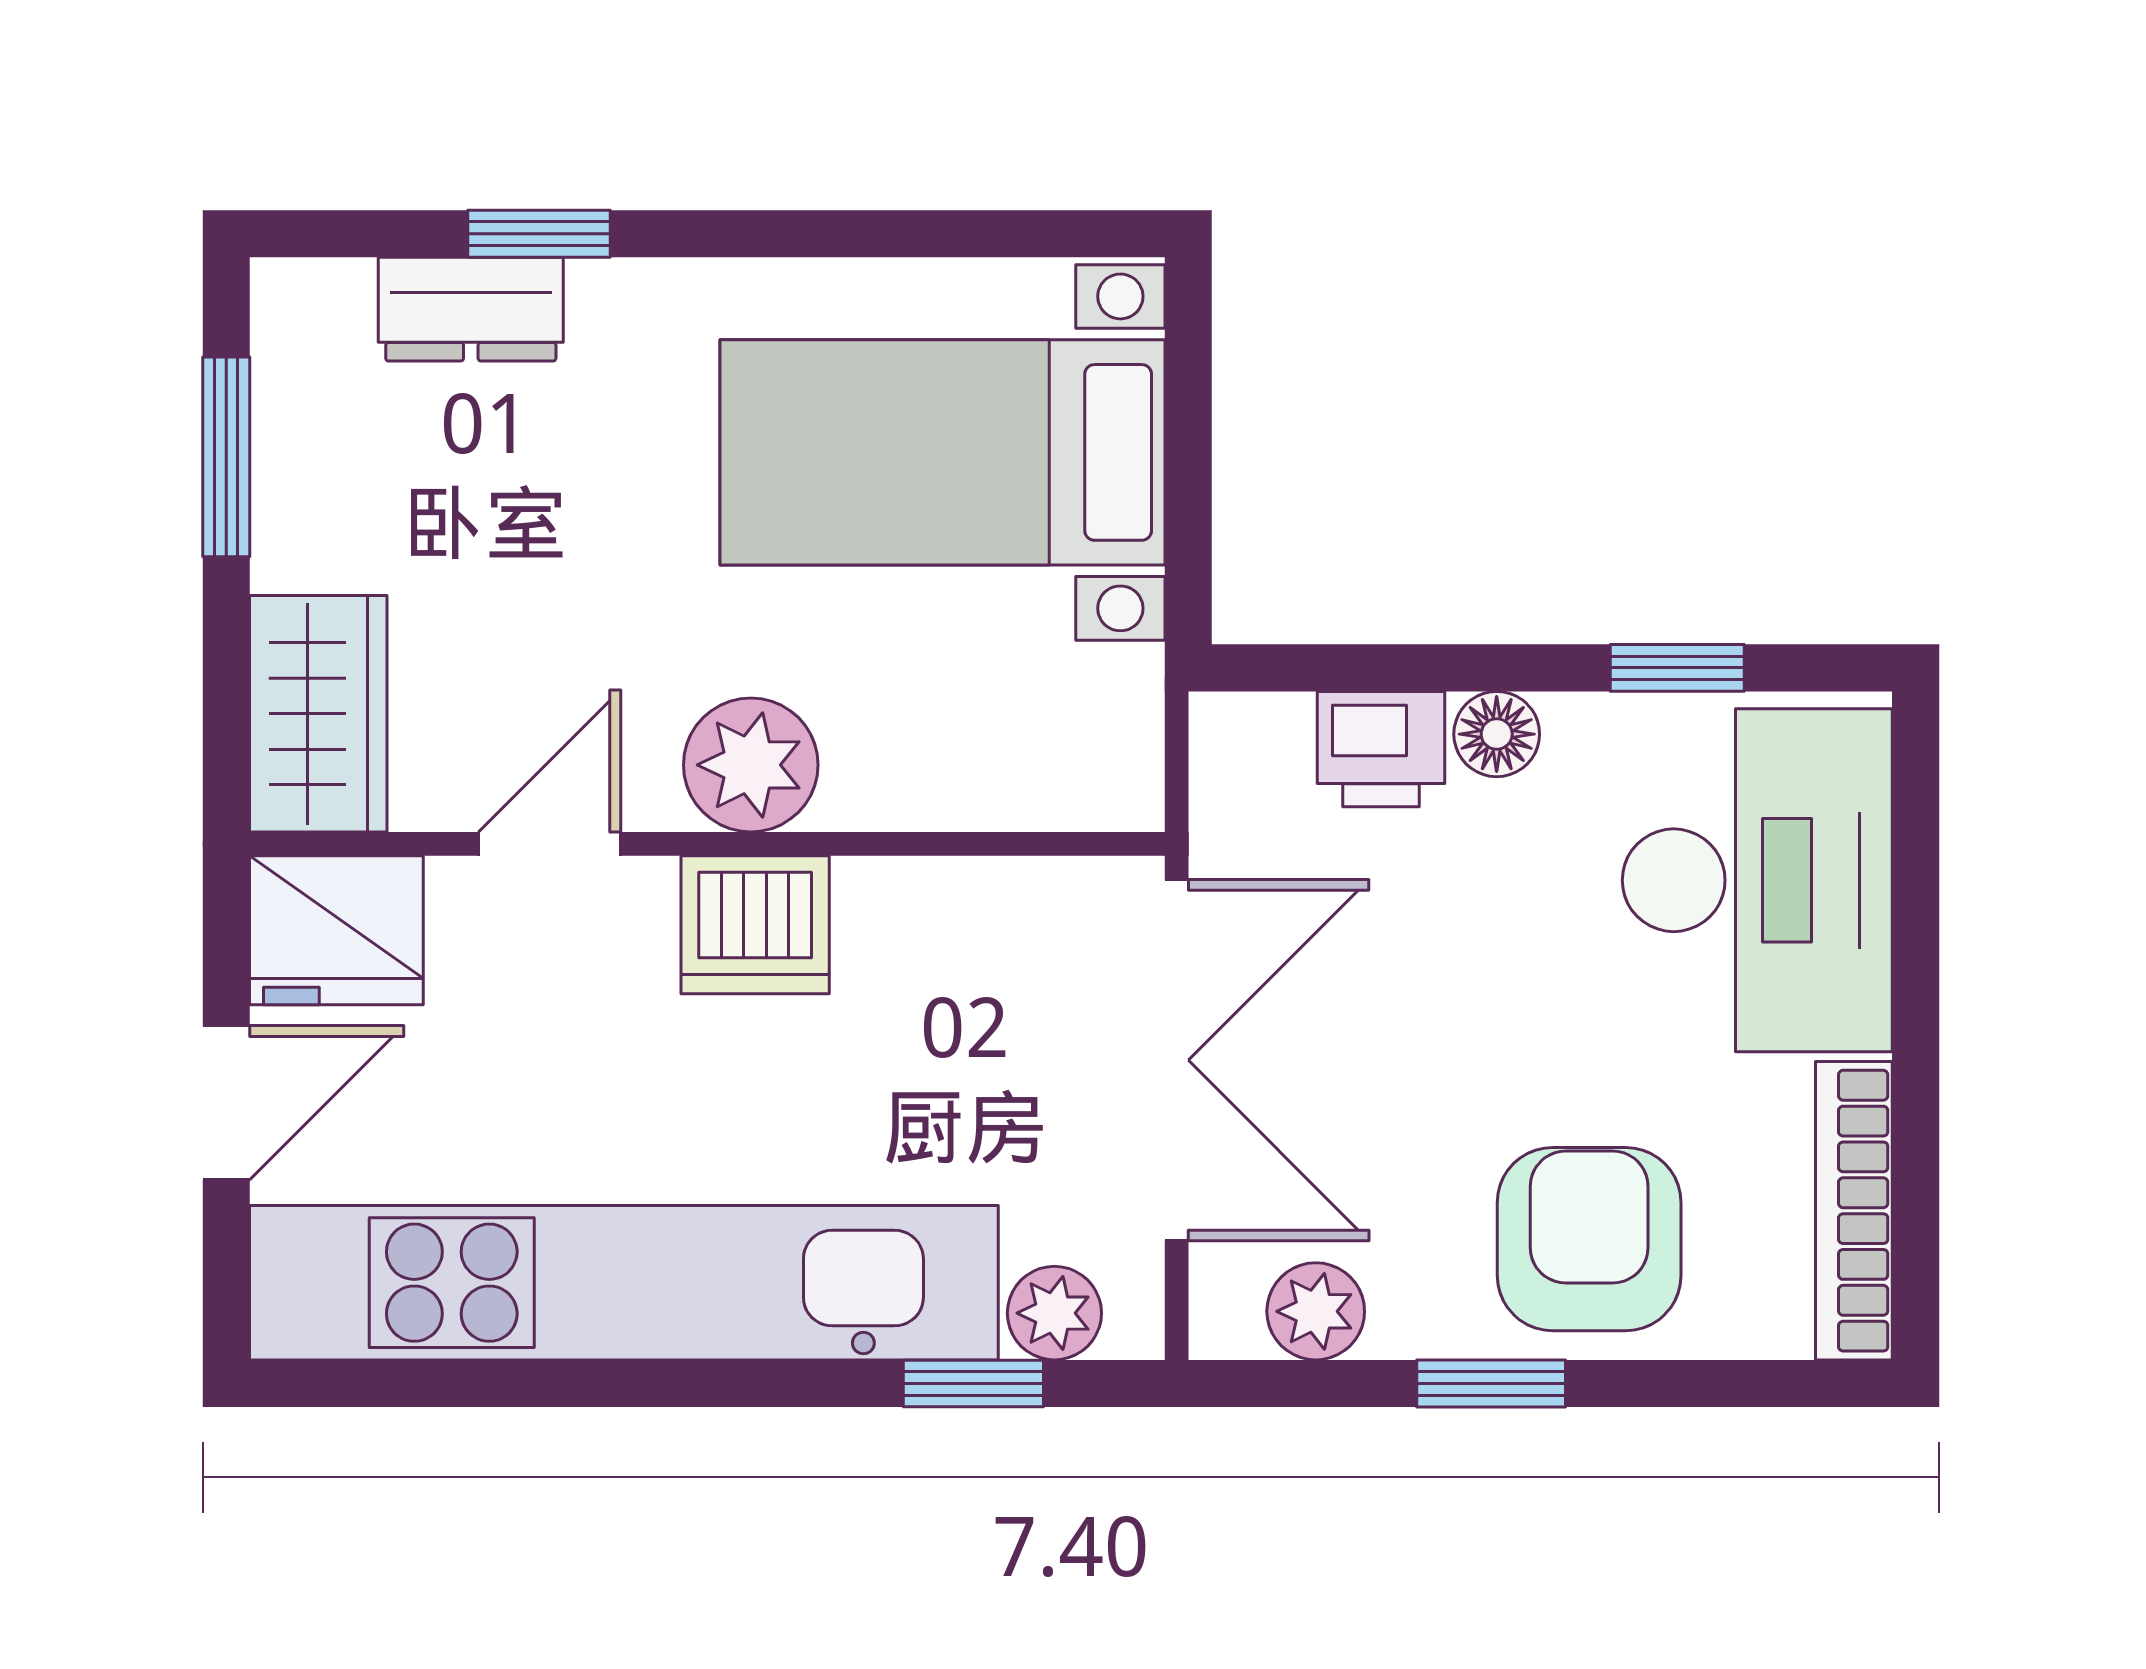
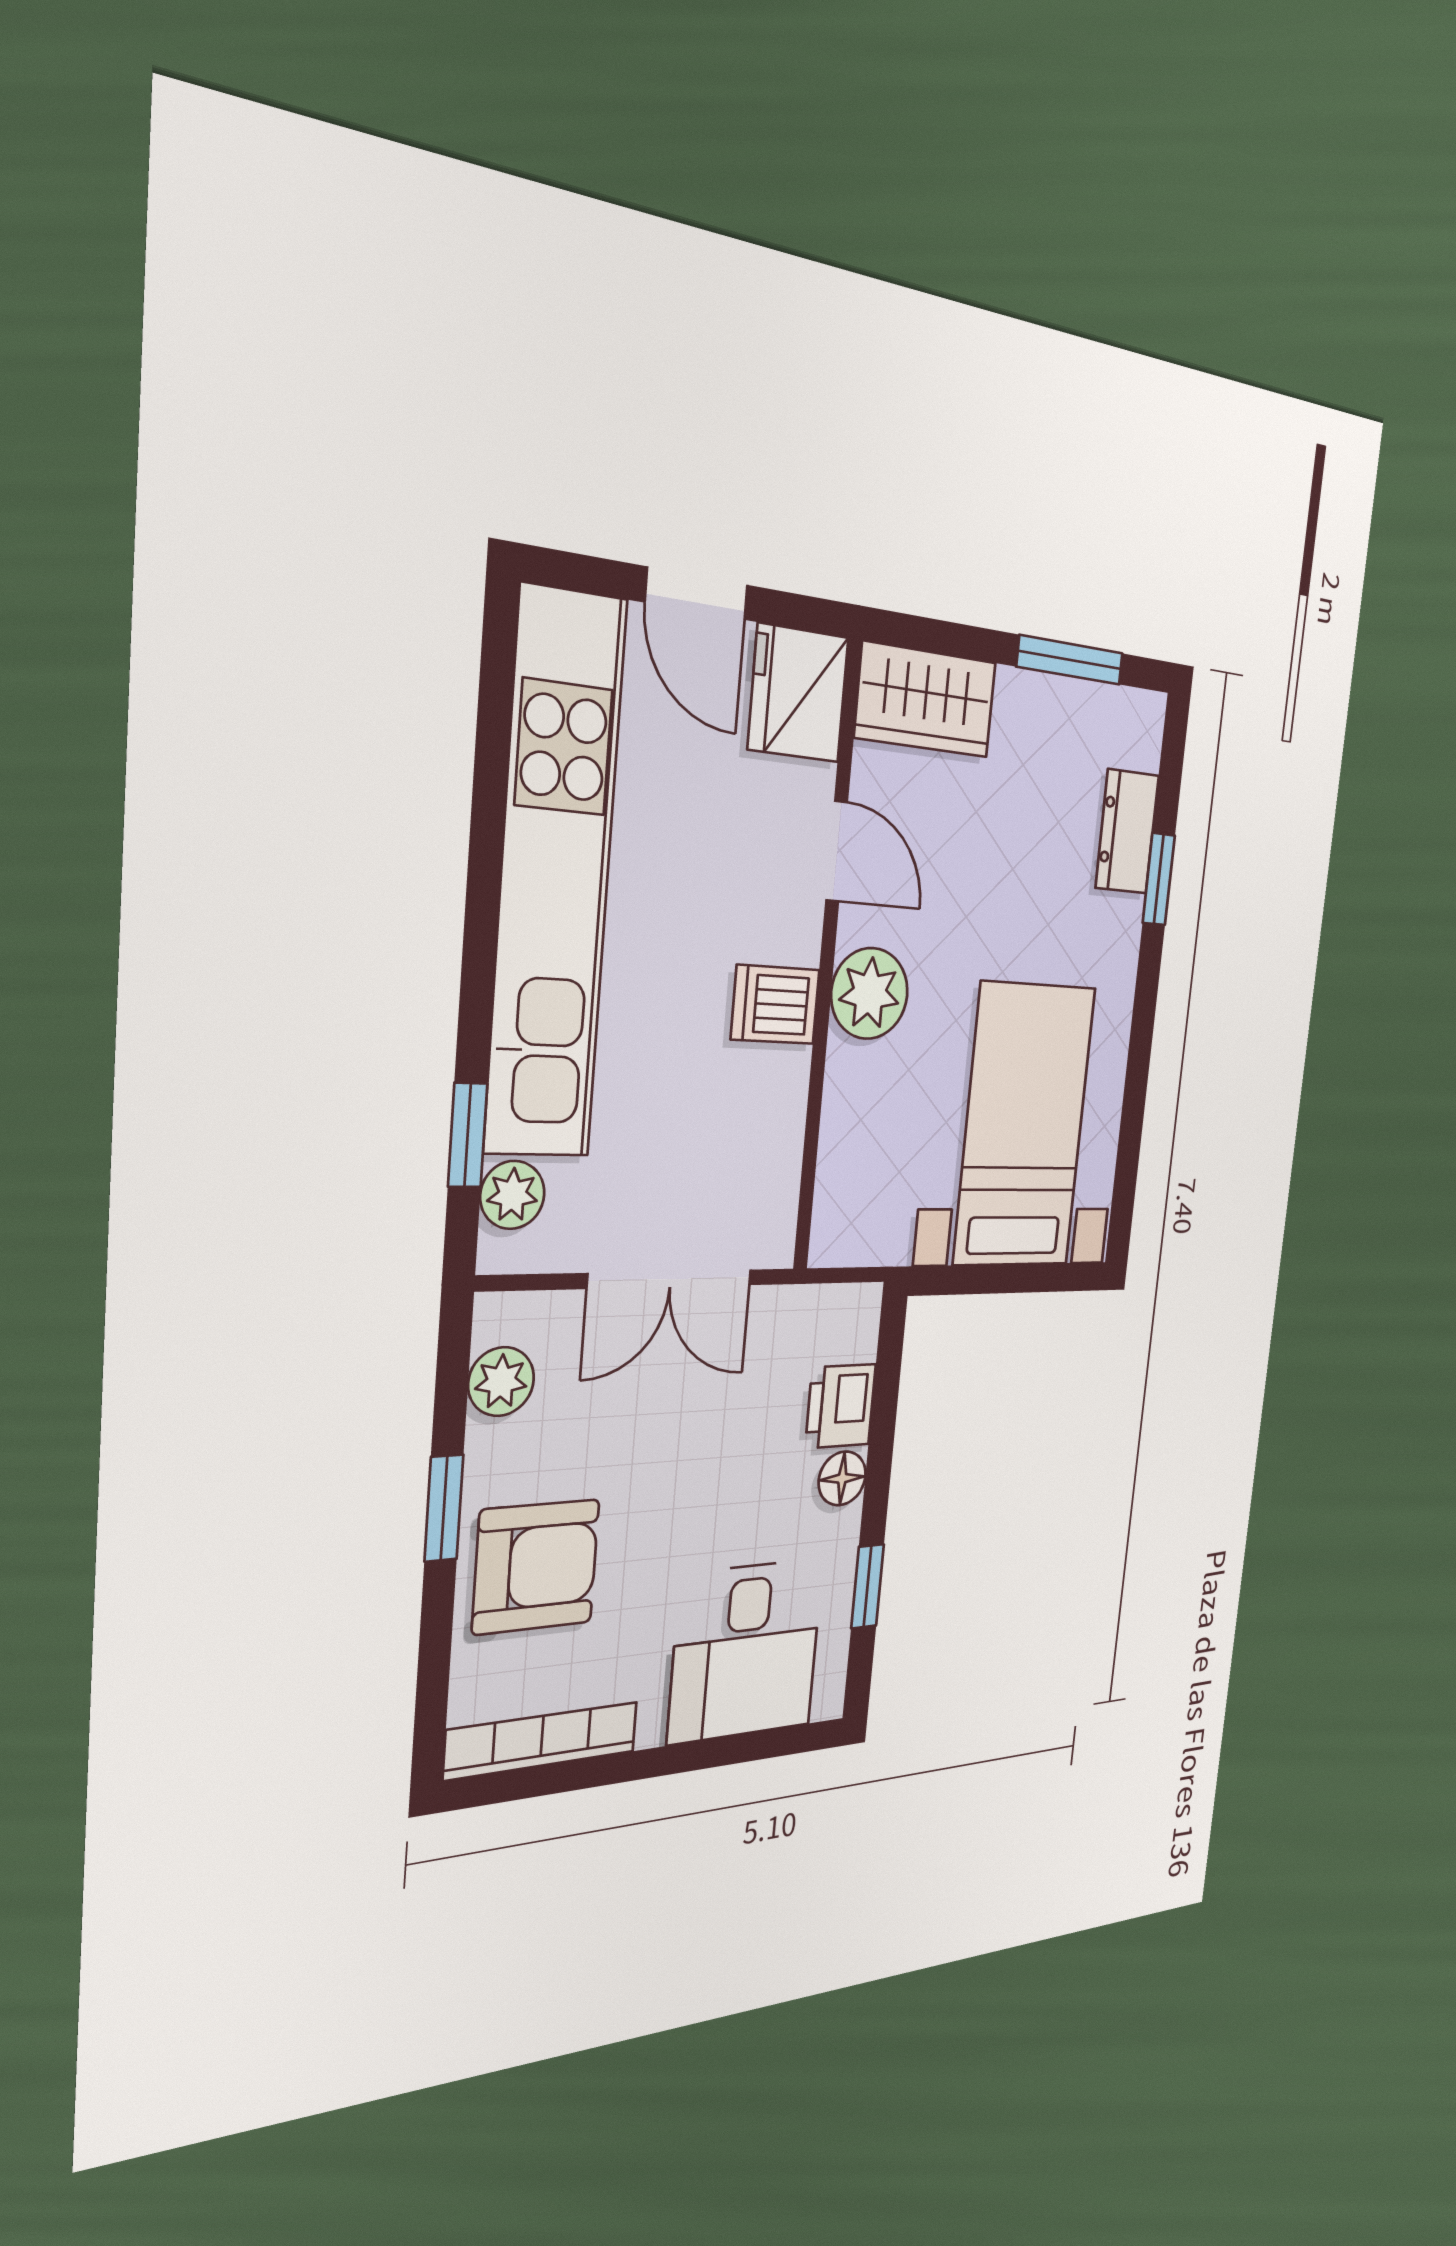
desk: (1757, 880) -> (746, 1651), width x0.73
dishwasher: (755, 925) -> (775, 1005), width x0.73
double door: (1177, 1060) -> (670, 1279), width x0.73

